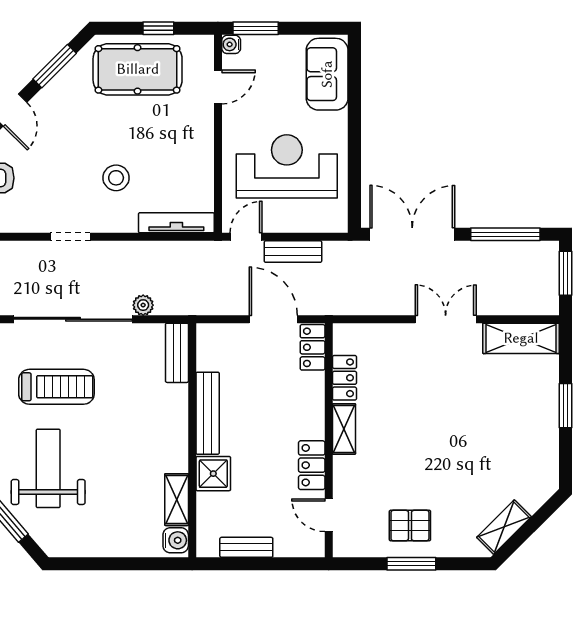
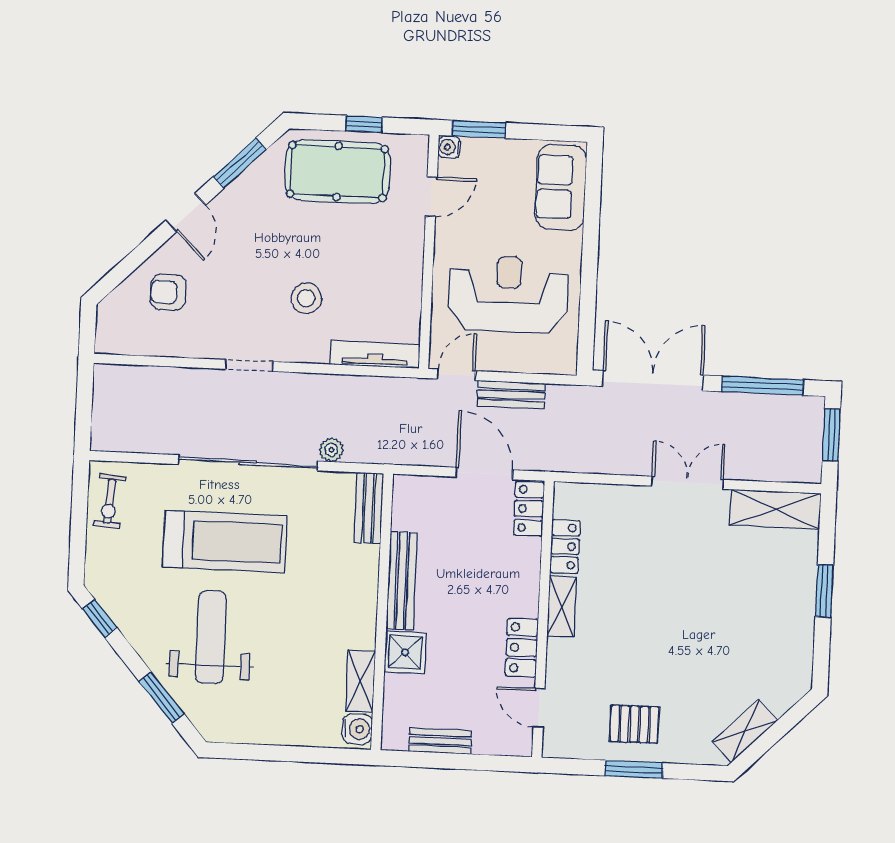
treadmill: (56, 387) -> (225, 542), width x1.37, depth x1.38

